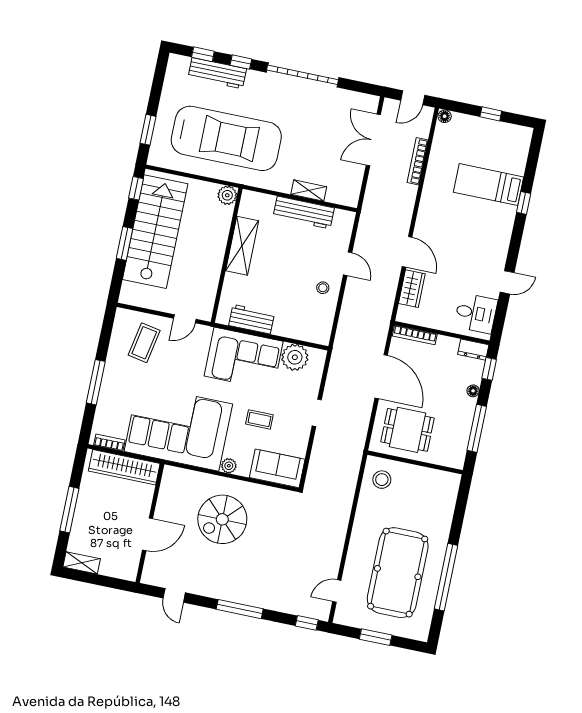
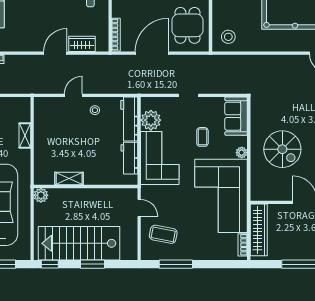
workbench: (304, 213) -> (129, 119), moved, turned 180
shelving: (242, 246) -> (69, 179), width x0.67, depth x0.75
window: (96, 382) -> (176, 264), moved

